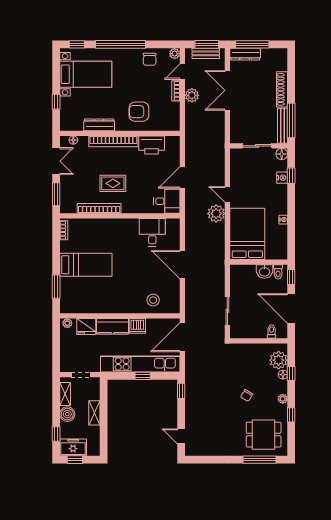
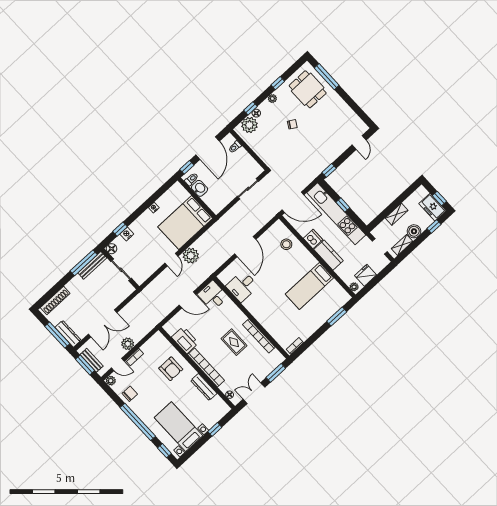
shoe rack: (282, 89) -> (55, 301), moved
bed: (86, 265) -> (309, 286), moved, turned -90
fridge: (86, 326) -> (366, 275), moved, turned -90

